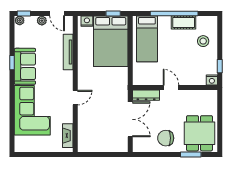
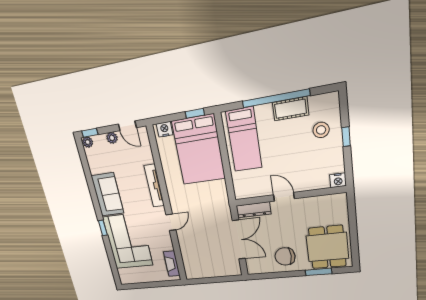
tv unit: (68, 52) -> (154, 186), moved
window: (12, 63) -> (103, 228), moved
window: (220, 66) -> (346, 137), moved

